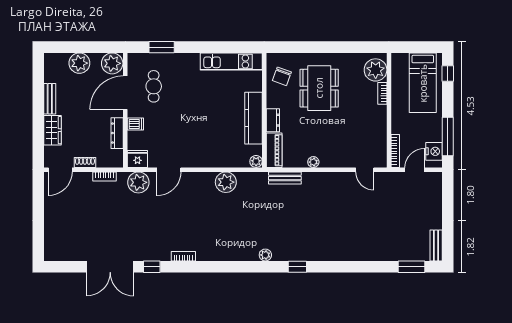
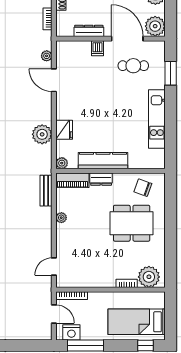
kitchen unit: (231, 61) -> (157, 119), moved
fridge: (137, 159) -> (64, 130), moved
plant: (138, 182) -> (47, 56), width x0.53, depth x0.53

